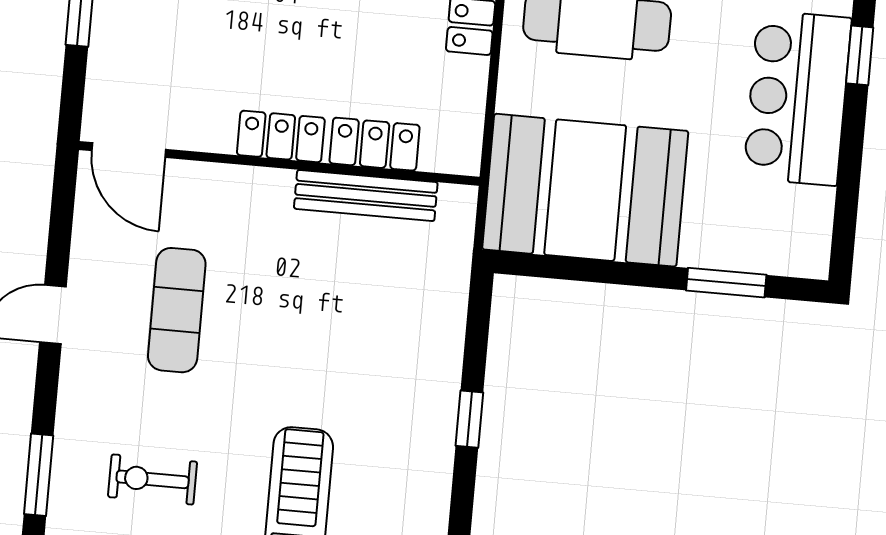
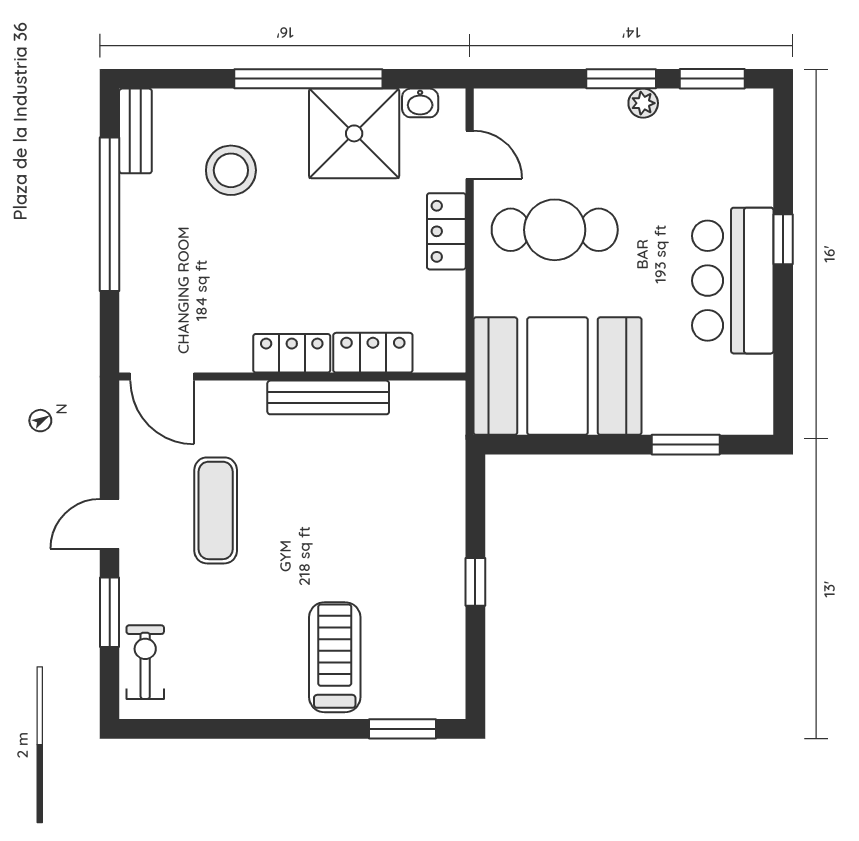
bench: (366, 195) -> (328, 397), moved
window: (39, 475) -> (110, 612), moved
exercise bike: (153, 479) -> (145, 662), moved, turned 90

